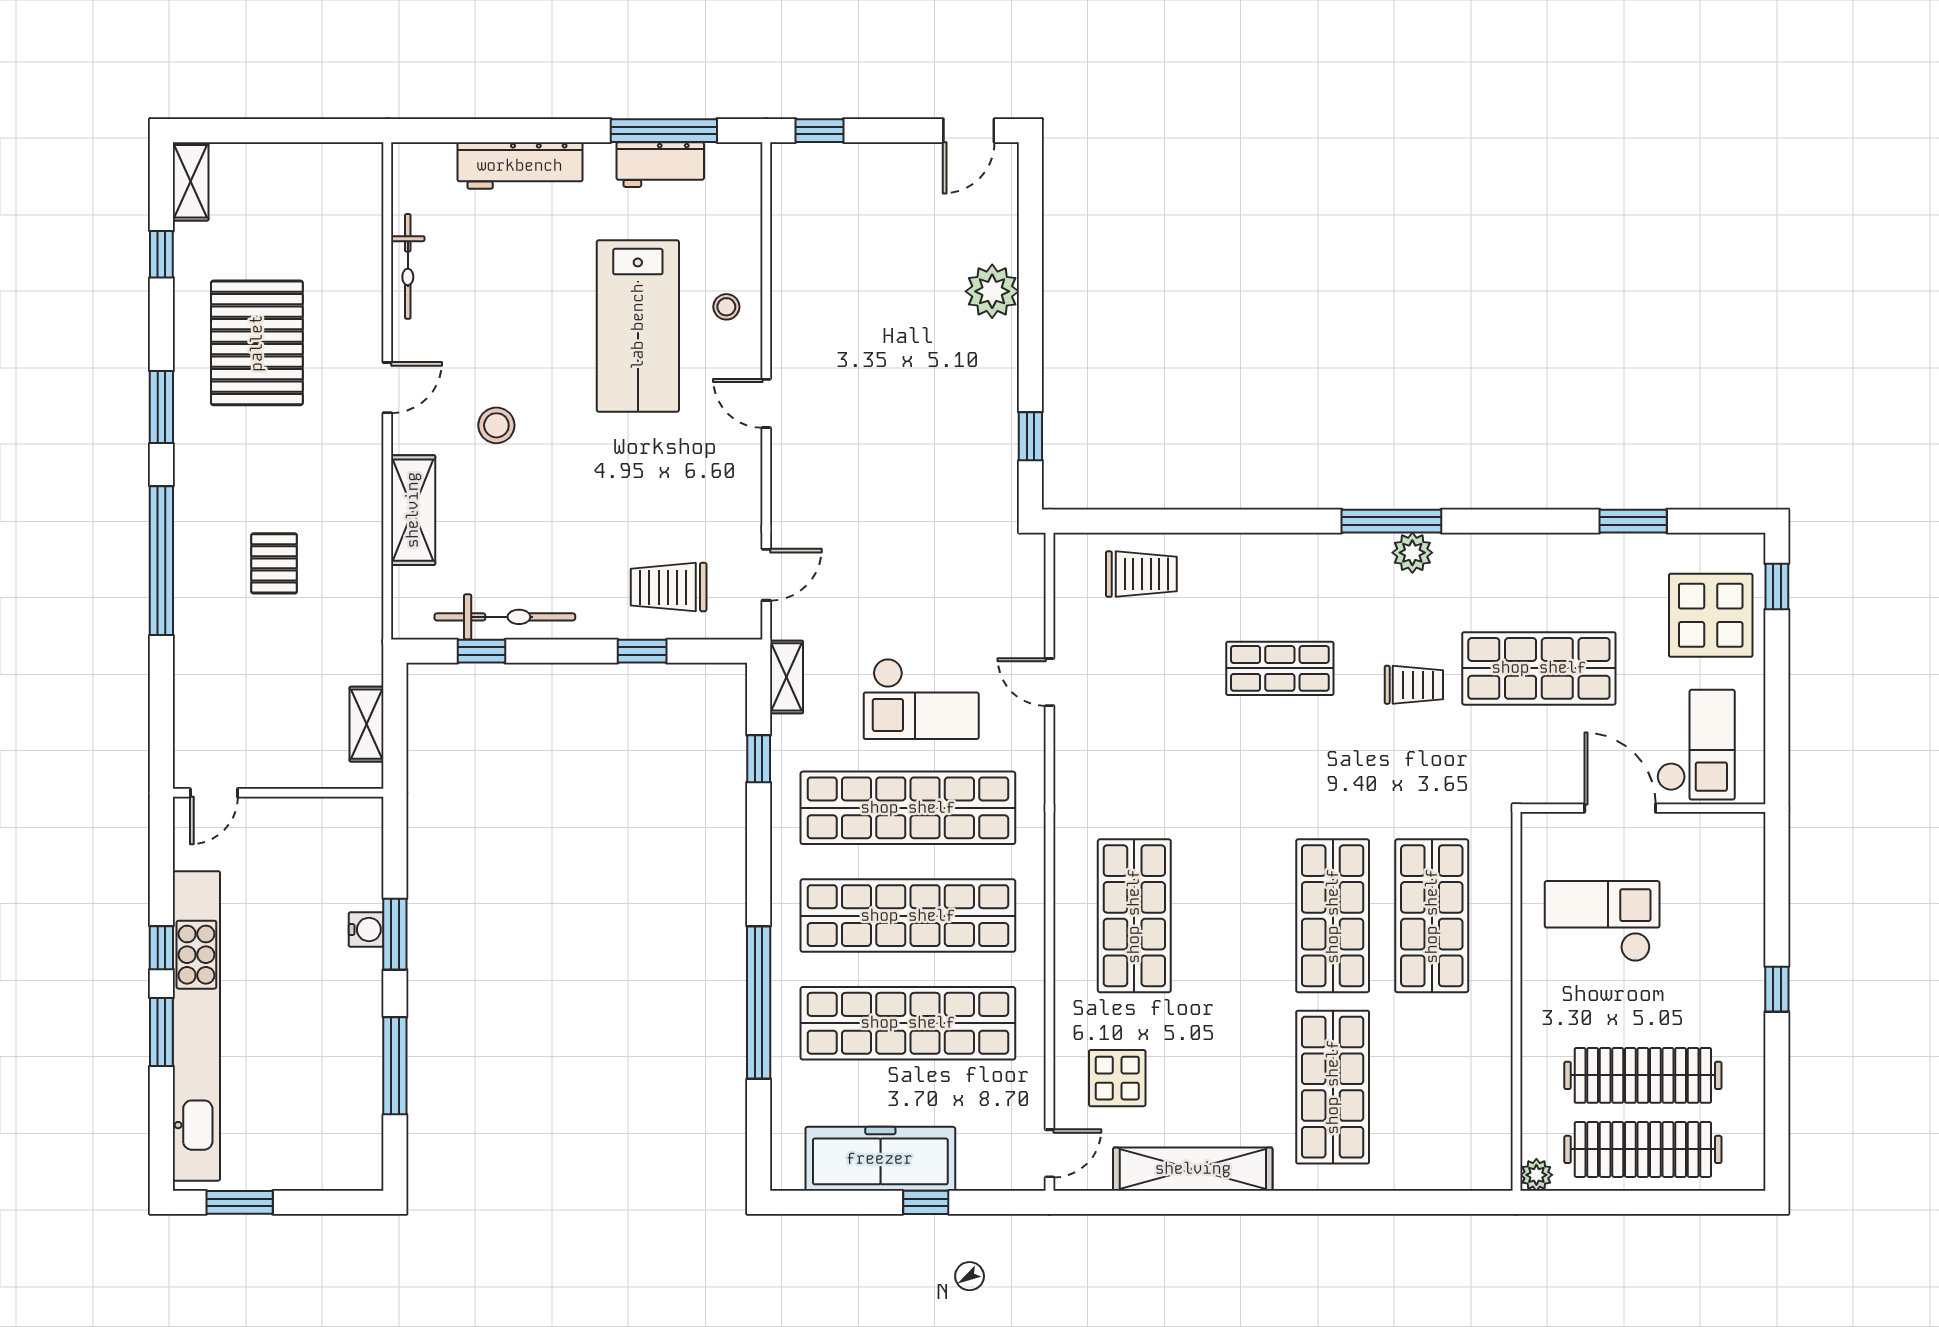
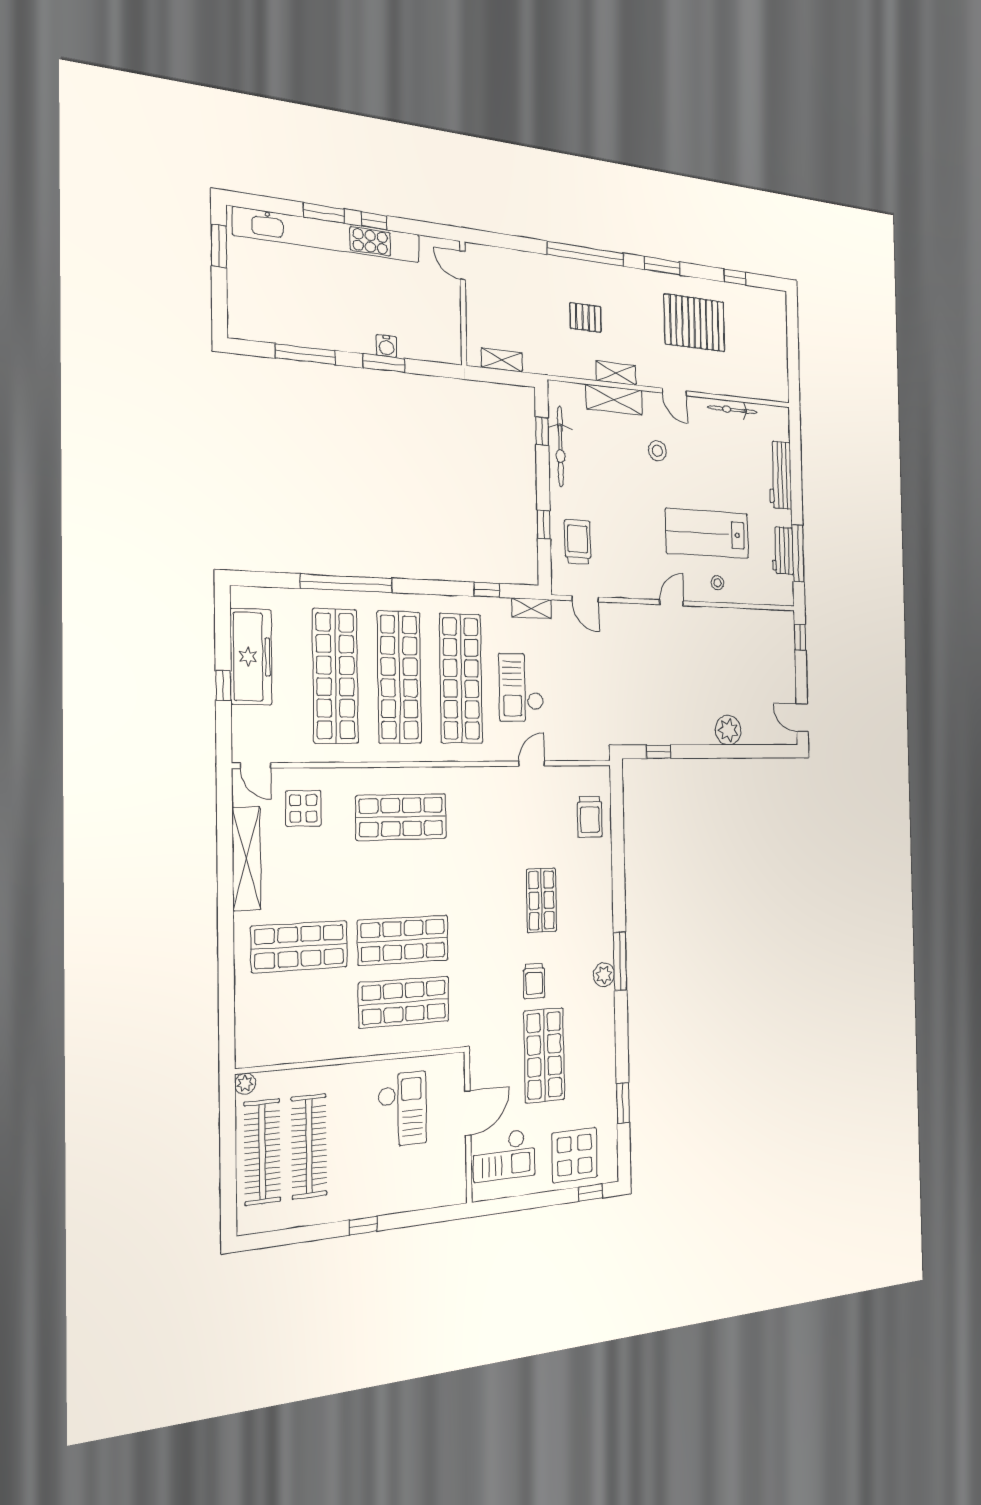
shelving: (191, 181) -> (616, 373), moved

